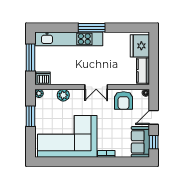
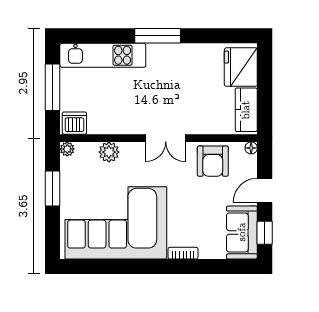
kitchen unit: (69, 39) -> (103, 55), width x0.73

